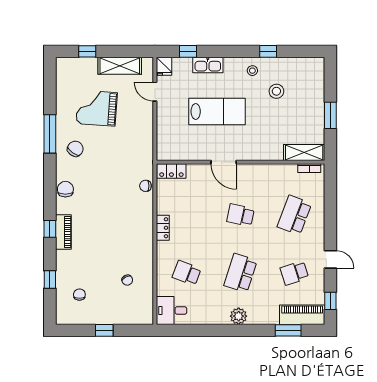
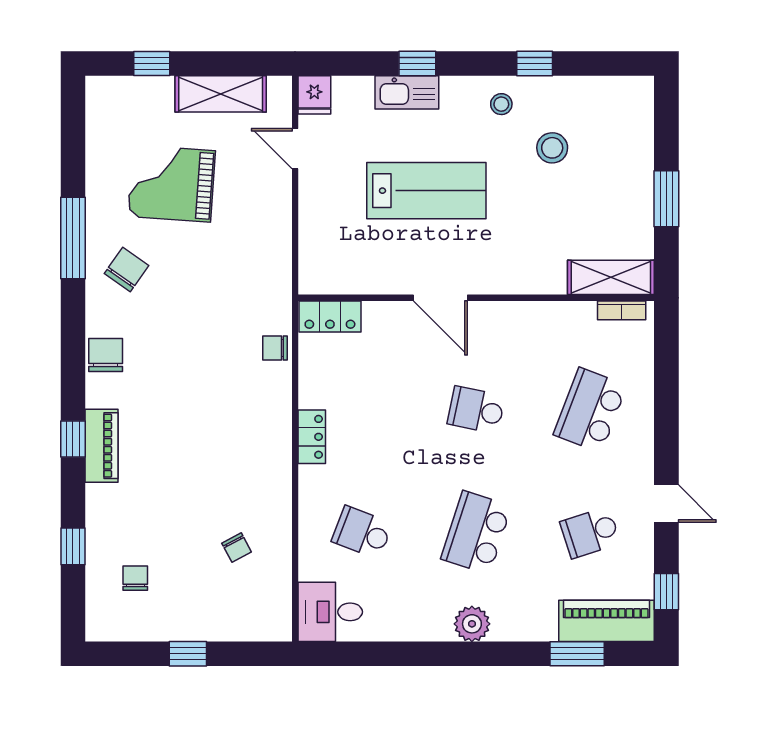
window: (188, 51) -> (417, 63), moved

